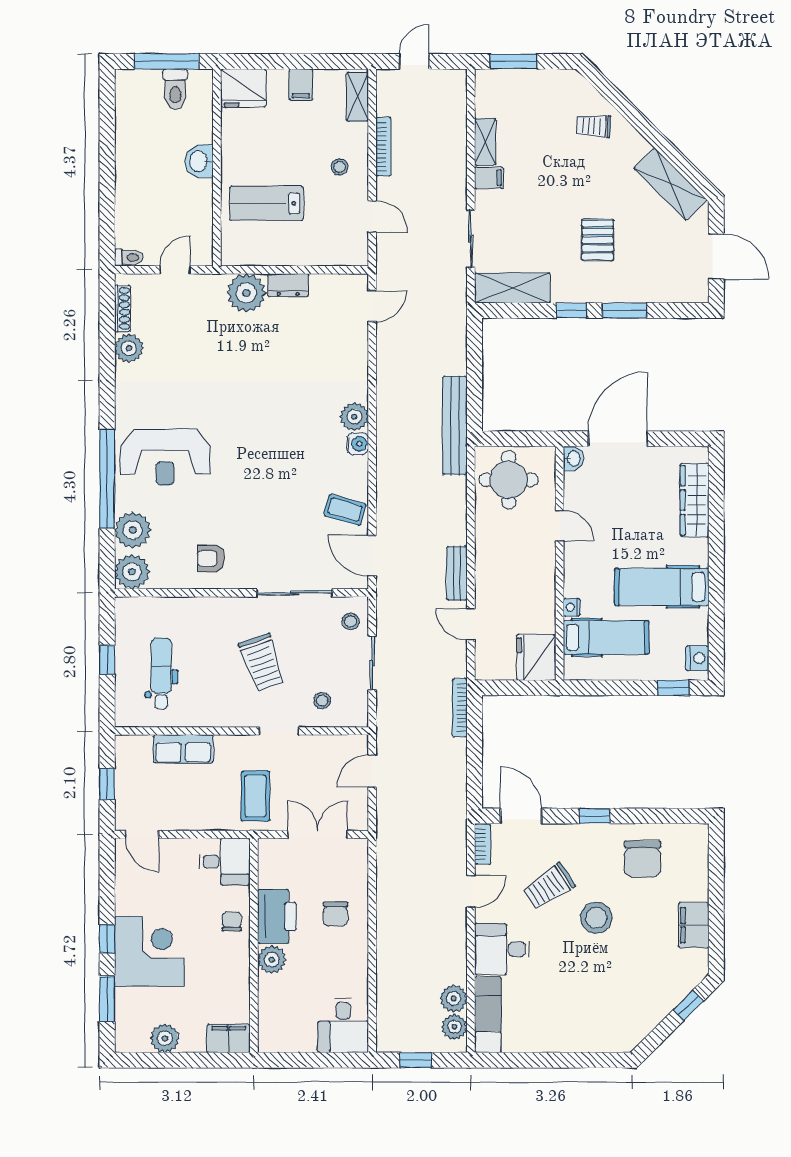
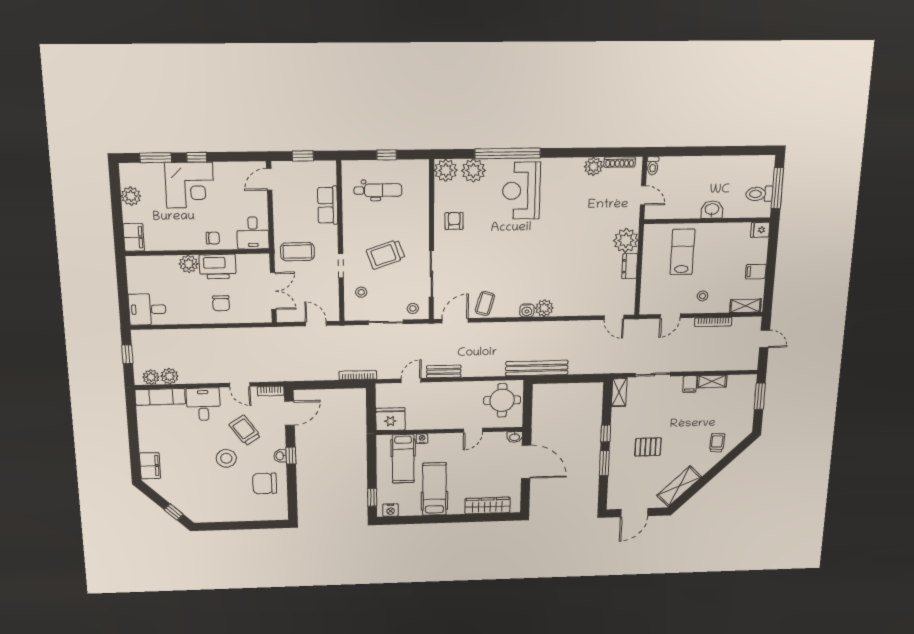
fridge: (244, 88) -> (760, 230), width x0.53, depth x0.75
shelving: (512, 288) -> (619, 392), width x0.67, depth x0.75
washbasin: (595, 833) -> (280, 456), added
chair: (336, 914) -> (221, 303), turned -90
filing cabinet: (694, 925) -> (150, 466), moved, turned 90

